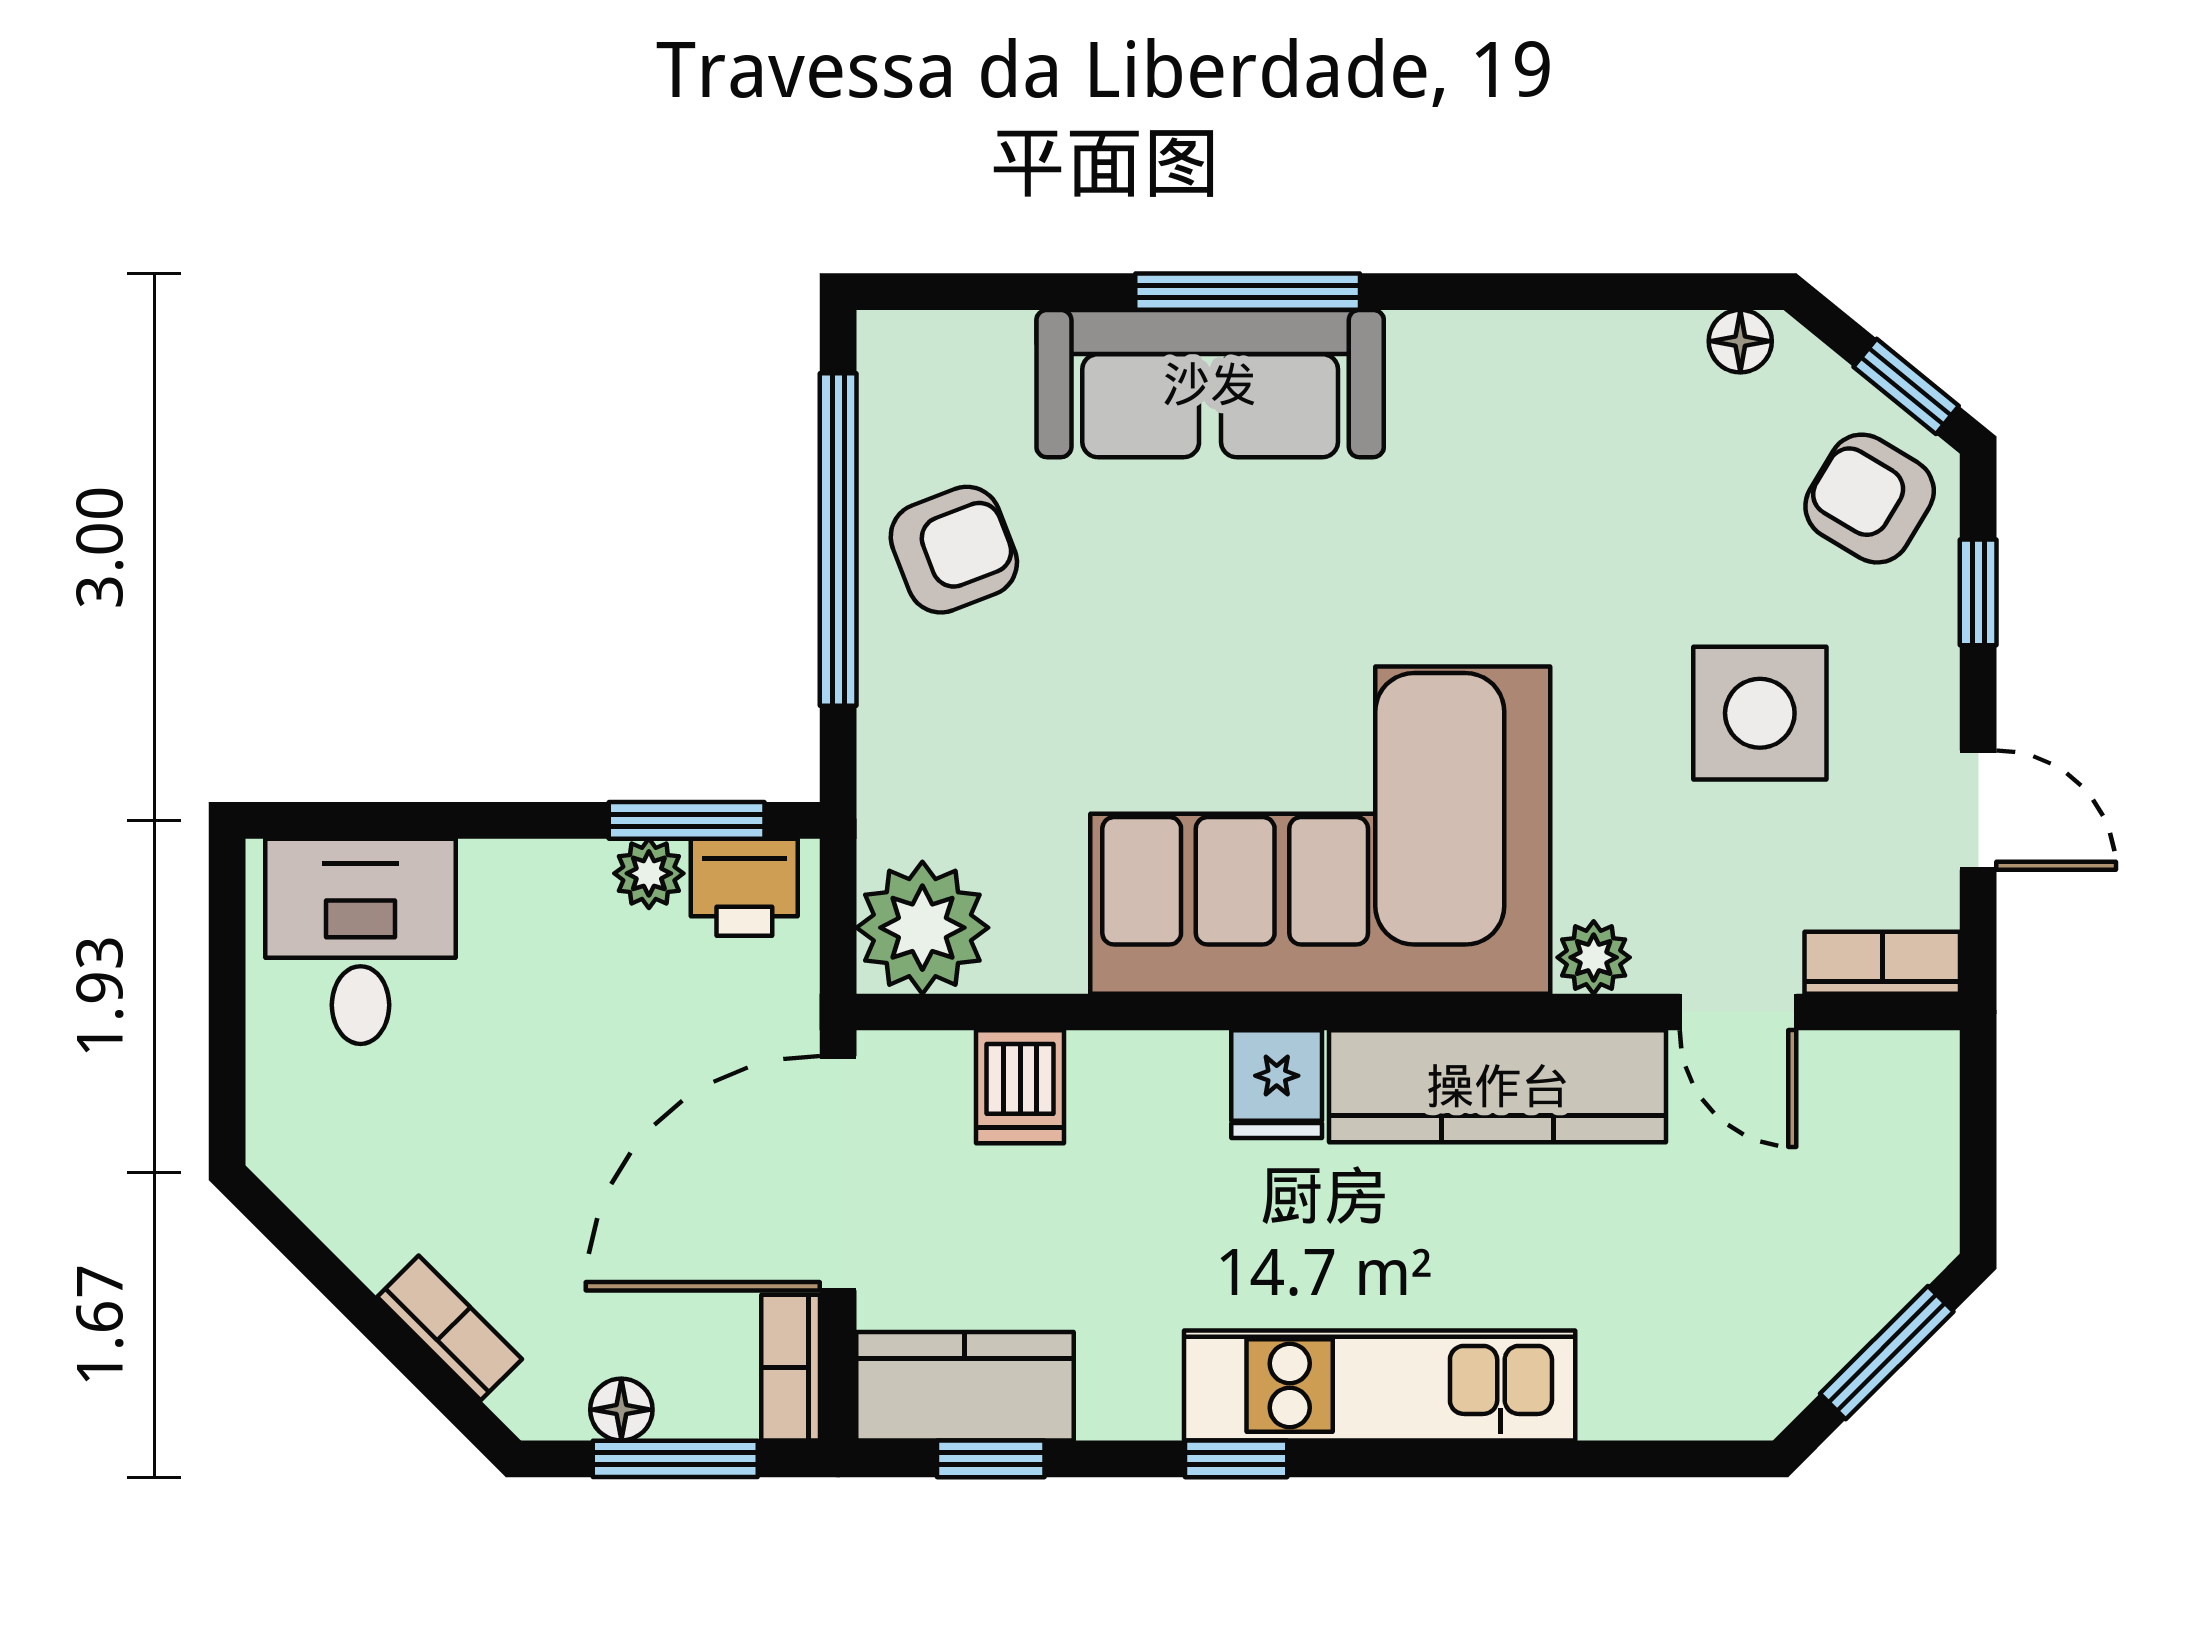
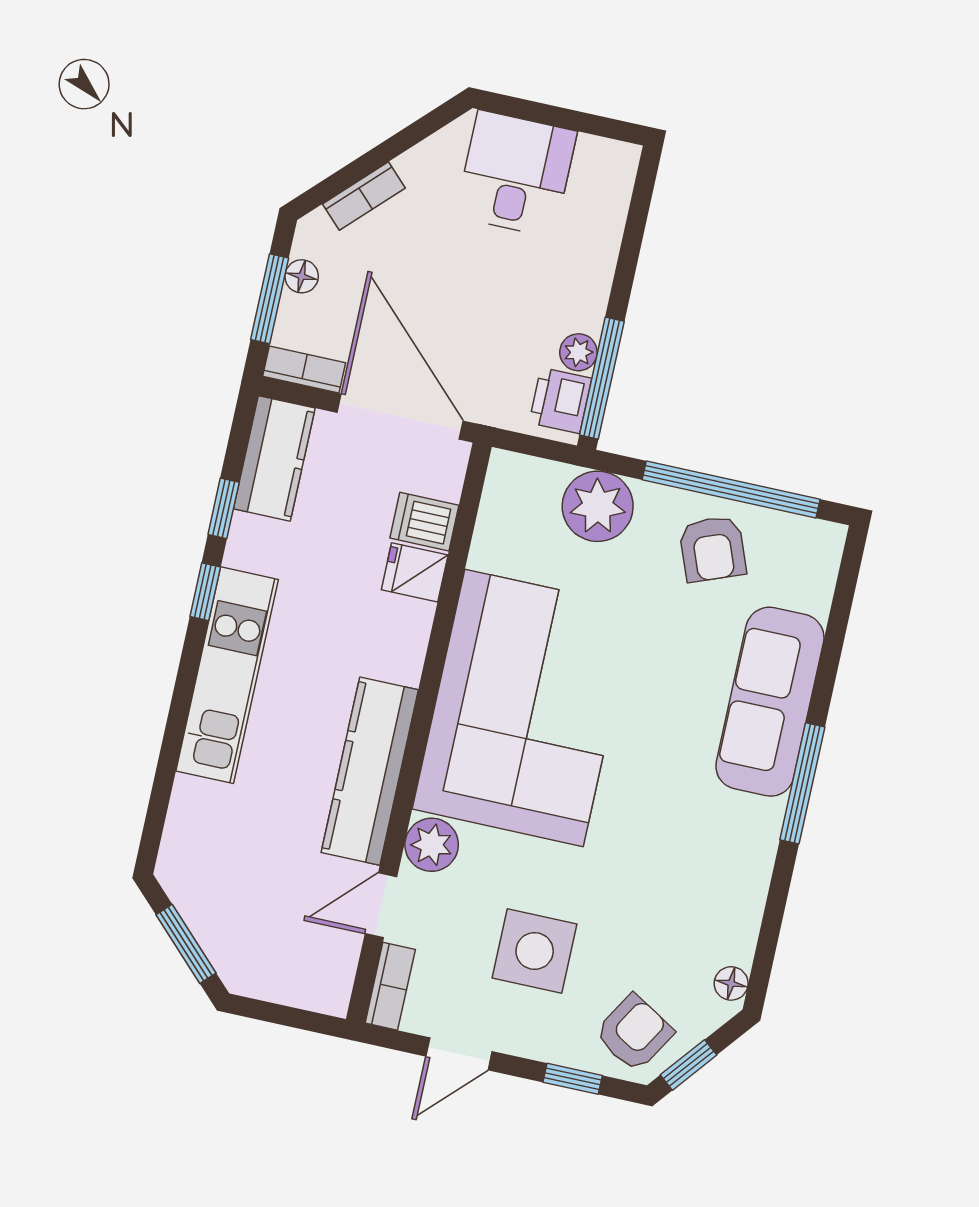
window: (1248, 292) -> (802, 783), moved
window: (687, 820) -> (602, 378), width x1.44
plant: (922, 928) -> (598, 506), moved
desk: (361, 941) -> (516, 174), moved, turned -90
plant: (1594, 957) -> (432, 845), width x1.38, depth x1.38
fridge: (1277, 1084) -> (415, 572), moved
window: (991, 1459) -> (224, 508), moved

